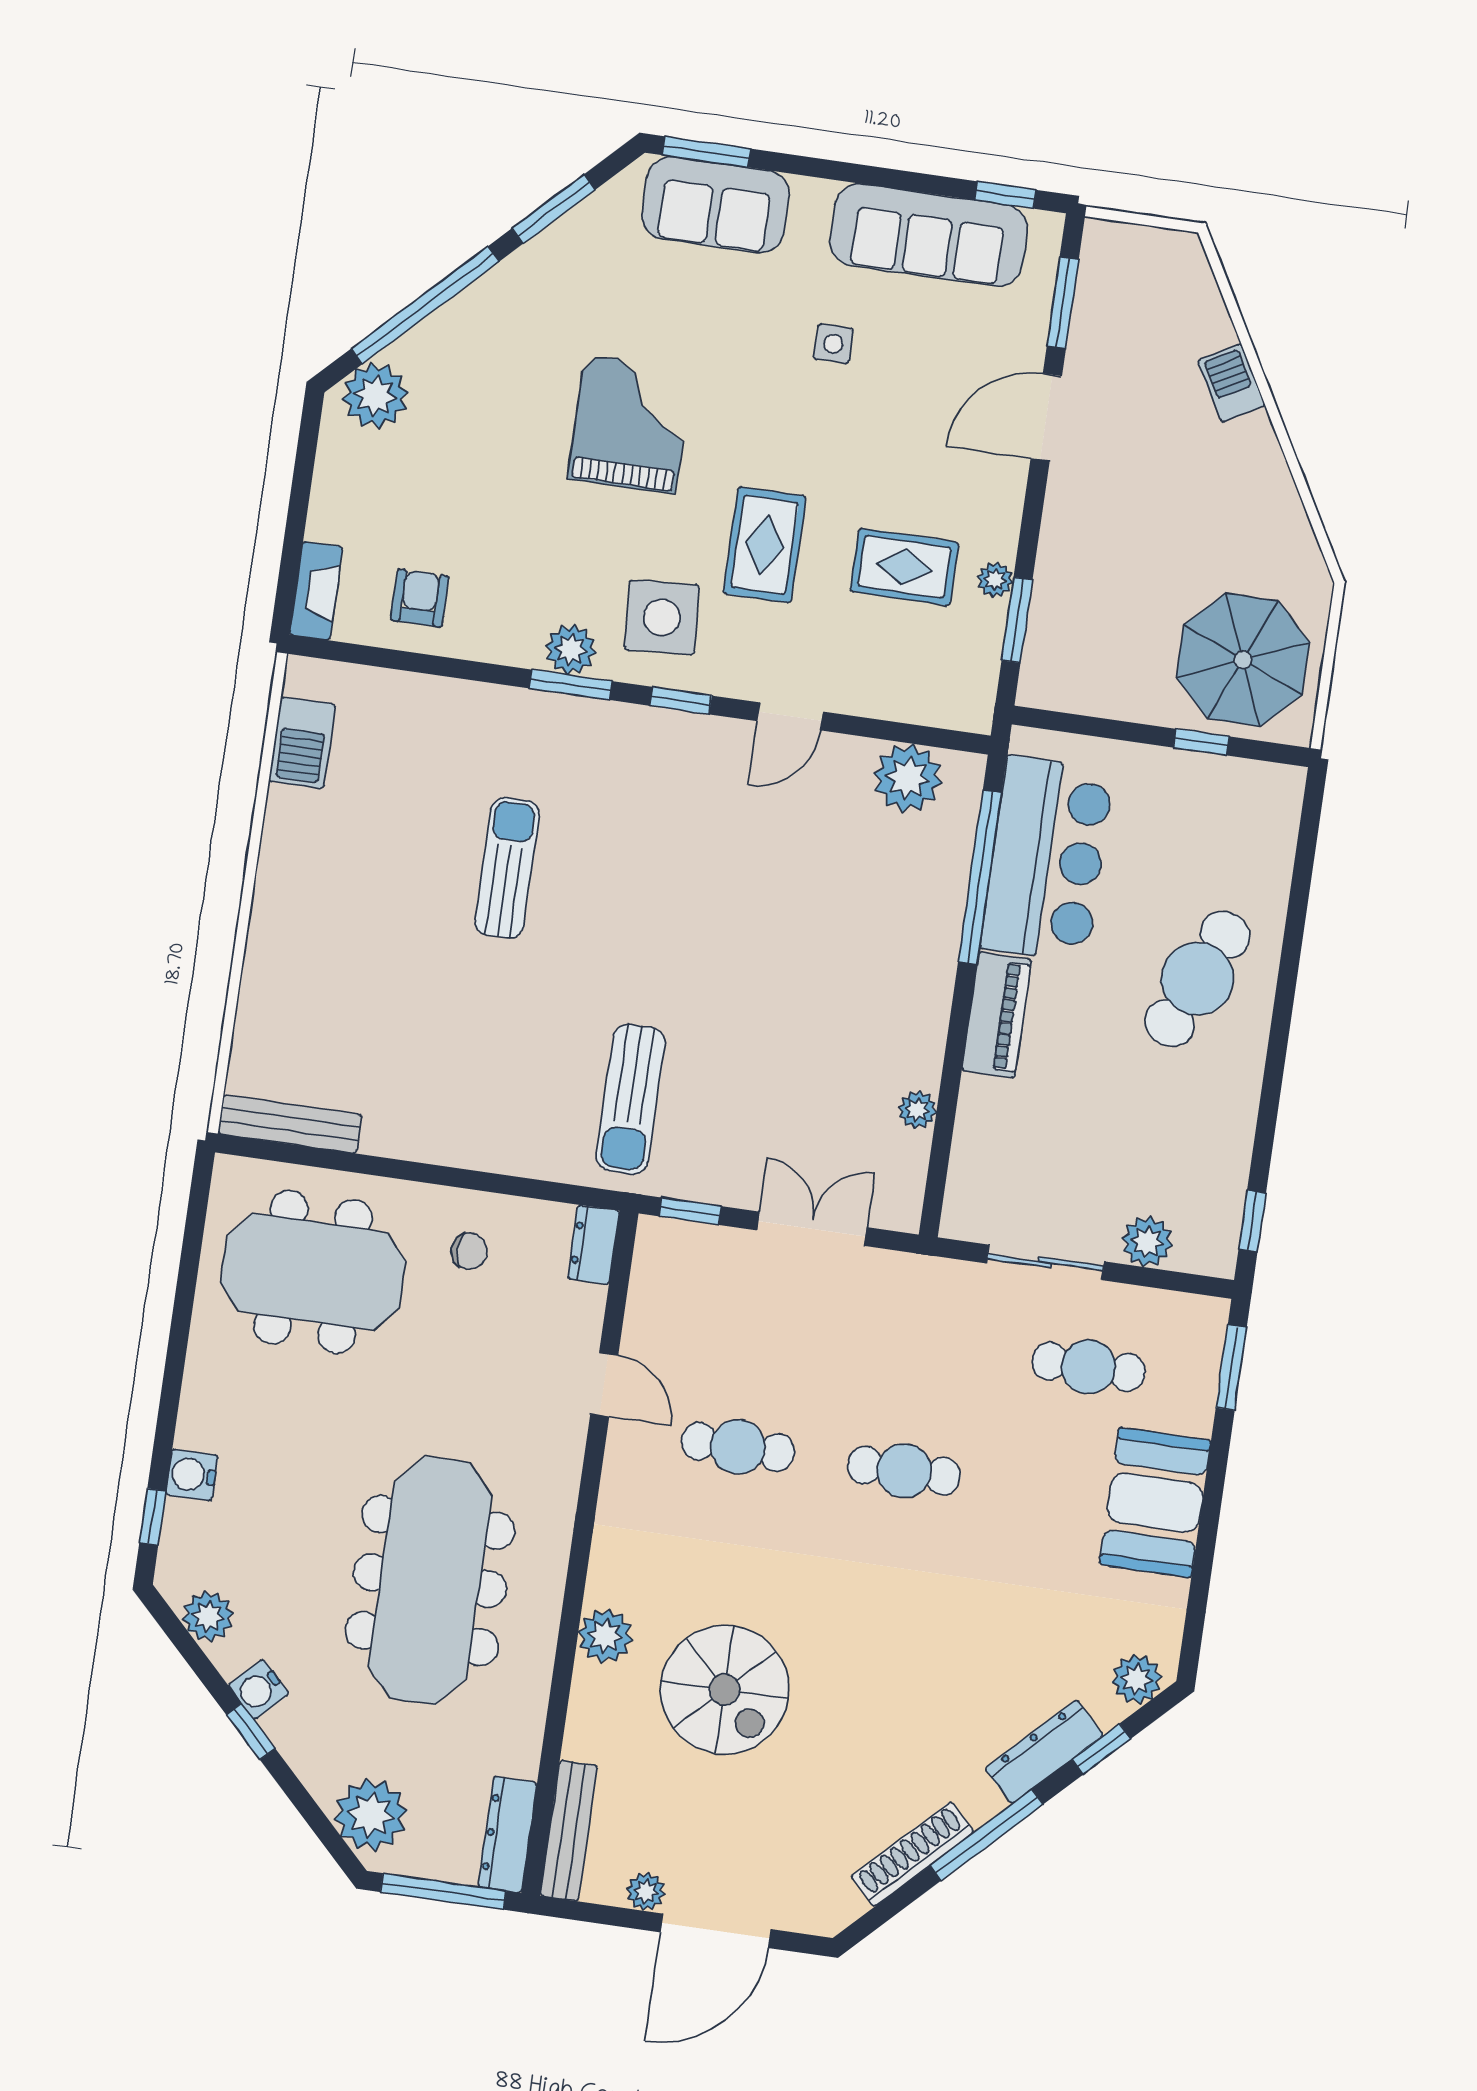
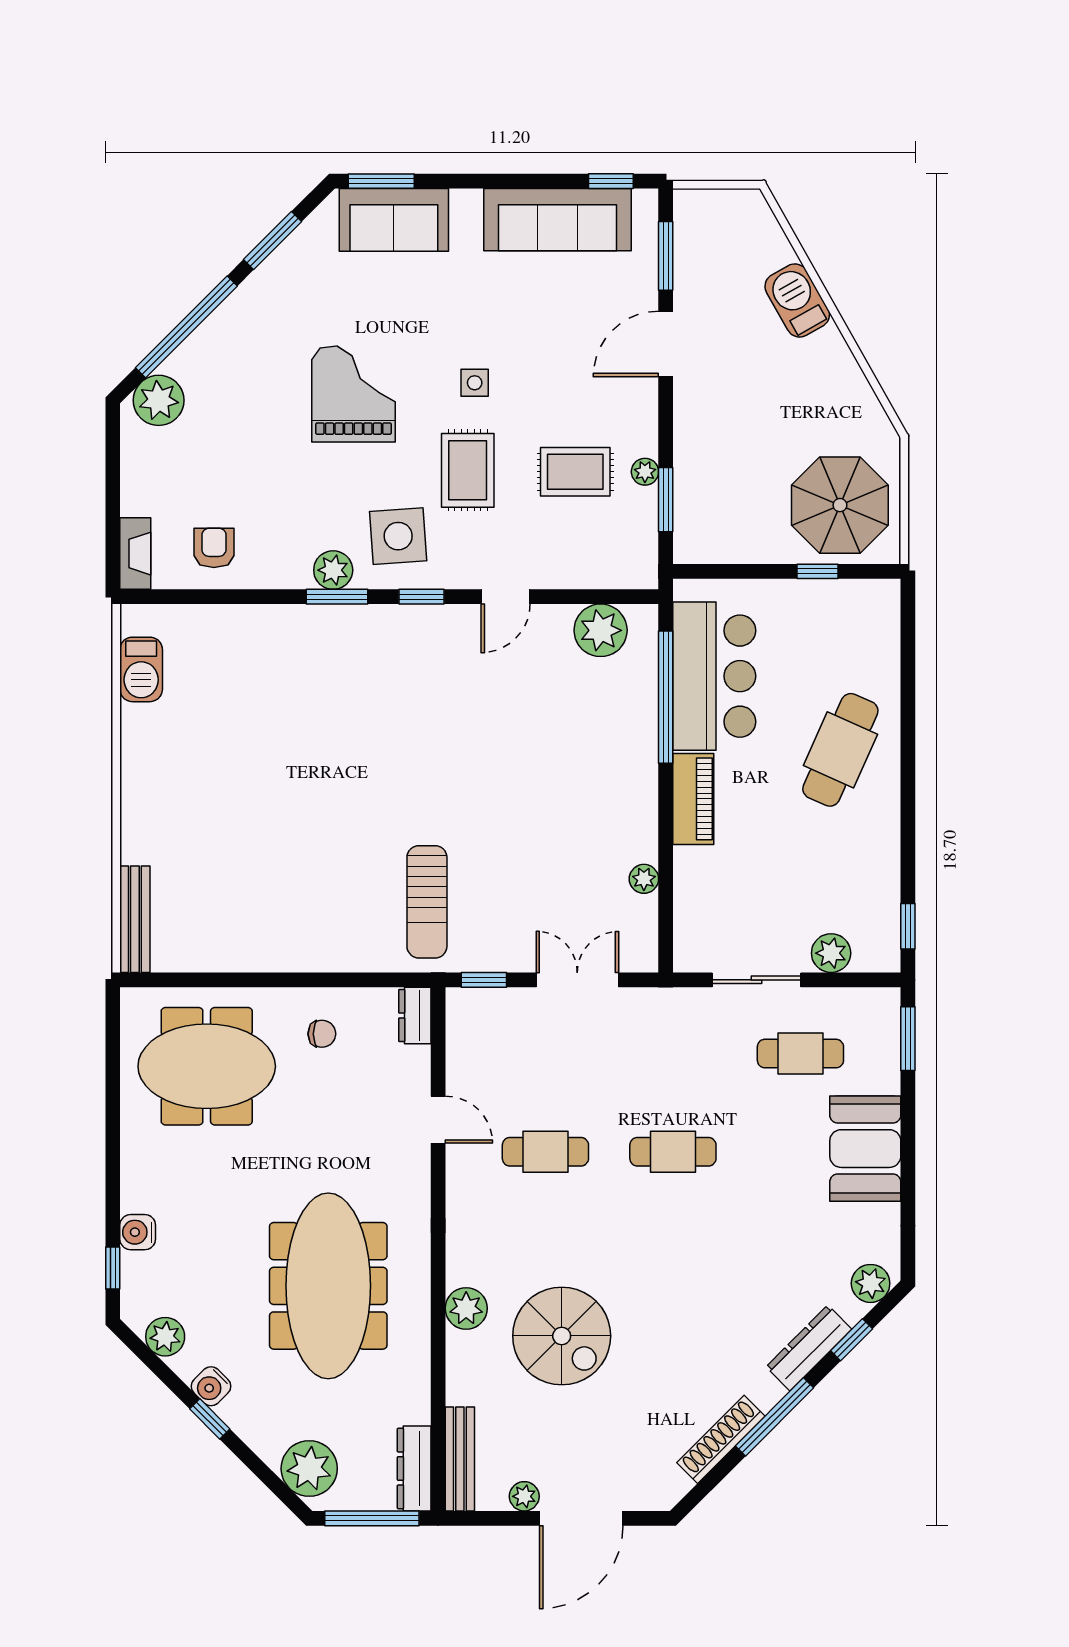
side table: (833, 344) -> (475, 383), moved
barbecue: (1231, 383) -> (797, 300), width x1.38, depth x1.27
sun lounger: (507, 868) -> (309, 741), removed
bench: (290, 1124) -> (135, 919), moved, turned 90

